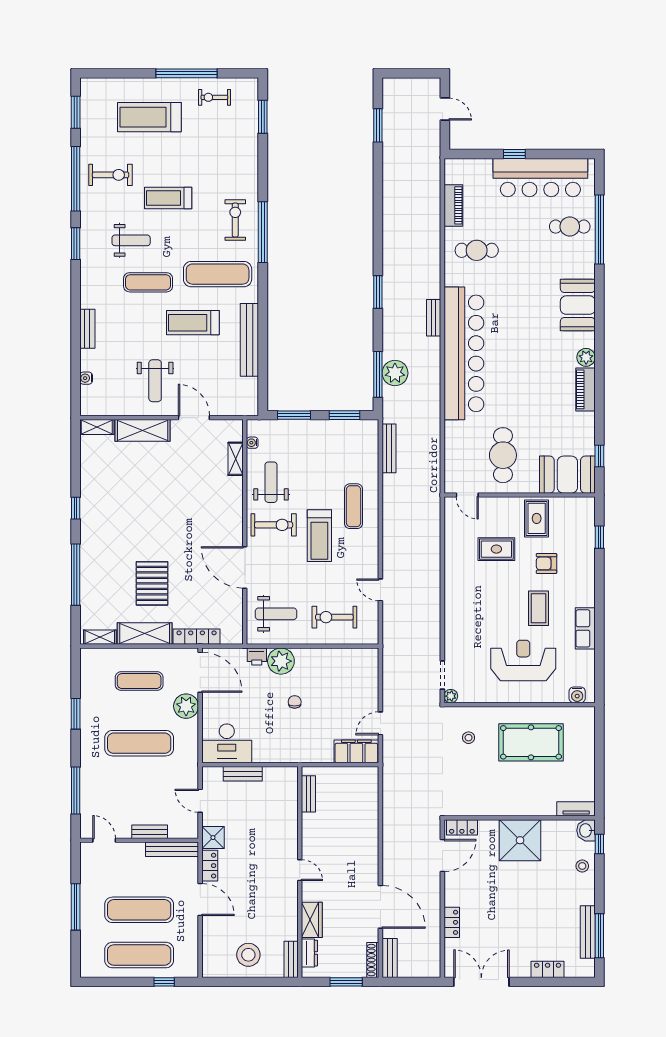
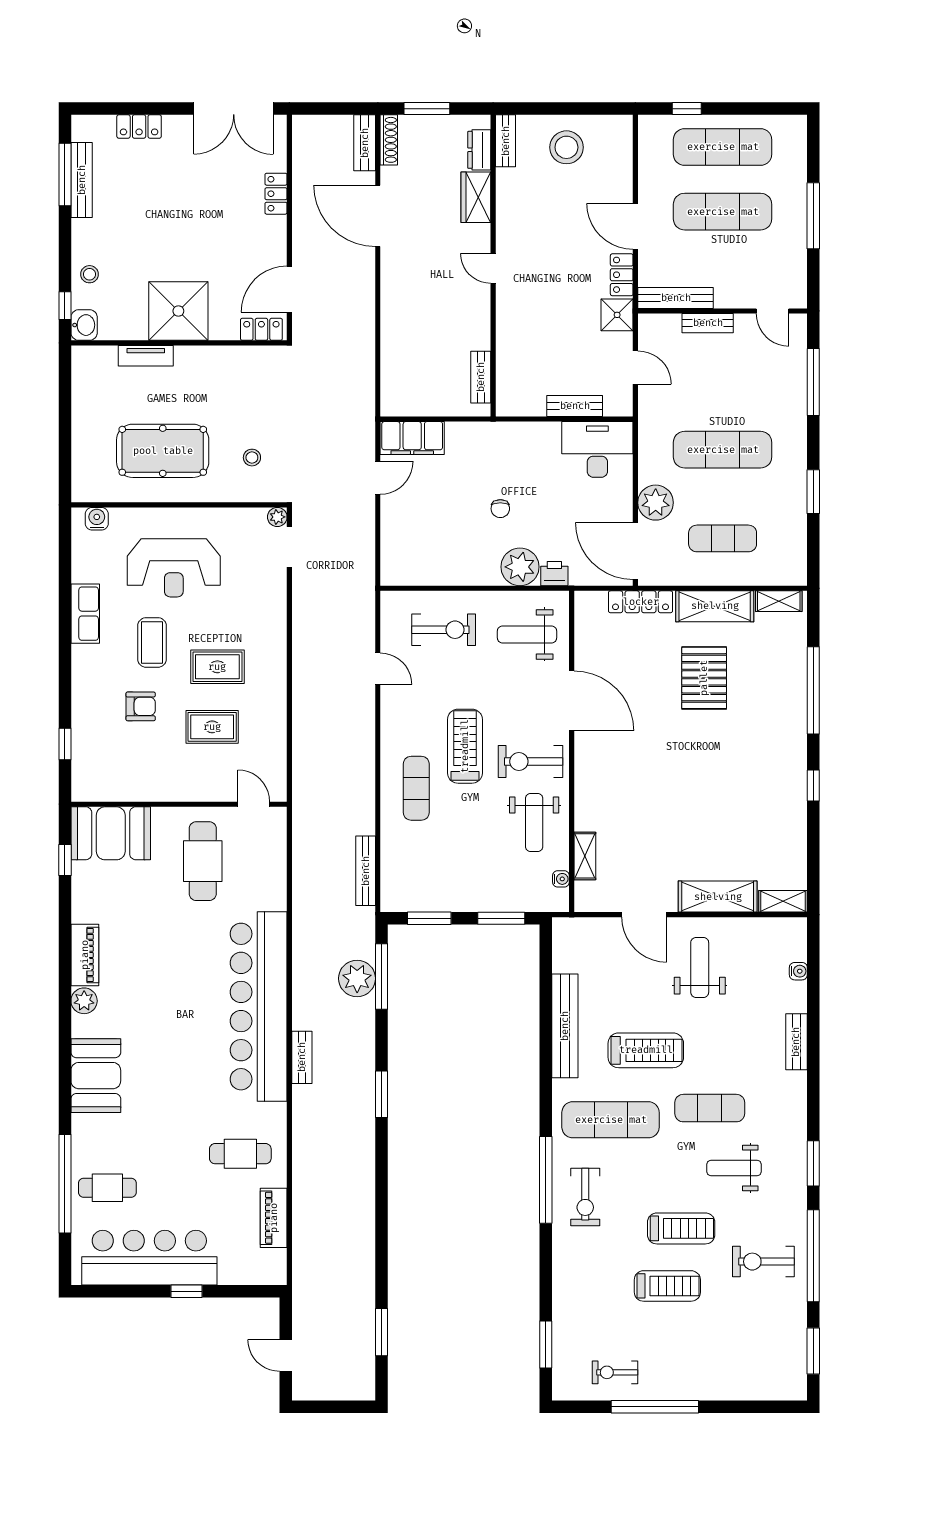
exercise bike: (214, 97) -> (615, 1372), turned 180
treadmill: (149, 117) -> (667, 1286), moved, width x0.73, depth x0.73
rug: (537, 518) -> (217, 667), moved, turned 90
tv unit: (576, 809) -> (146, 356), moved

